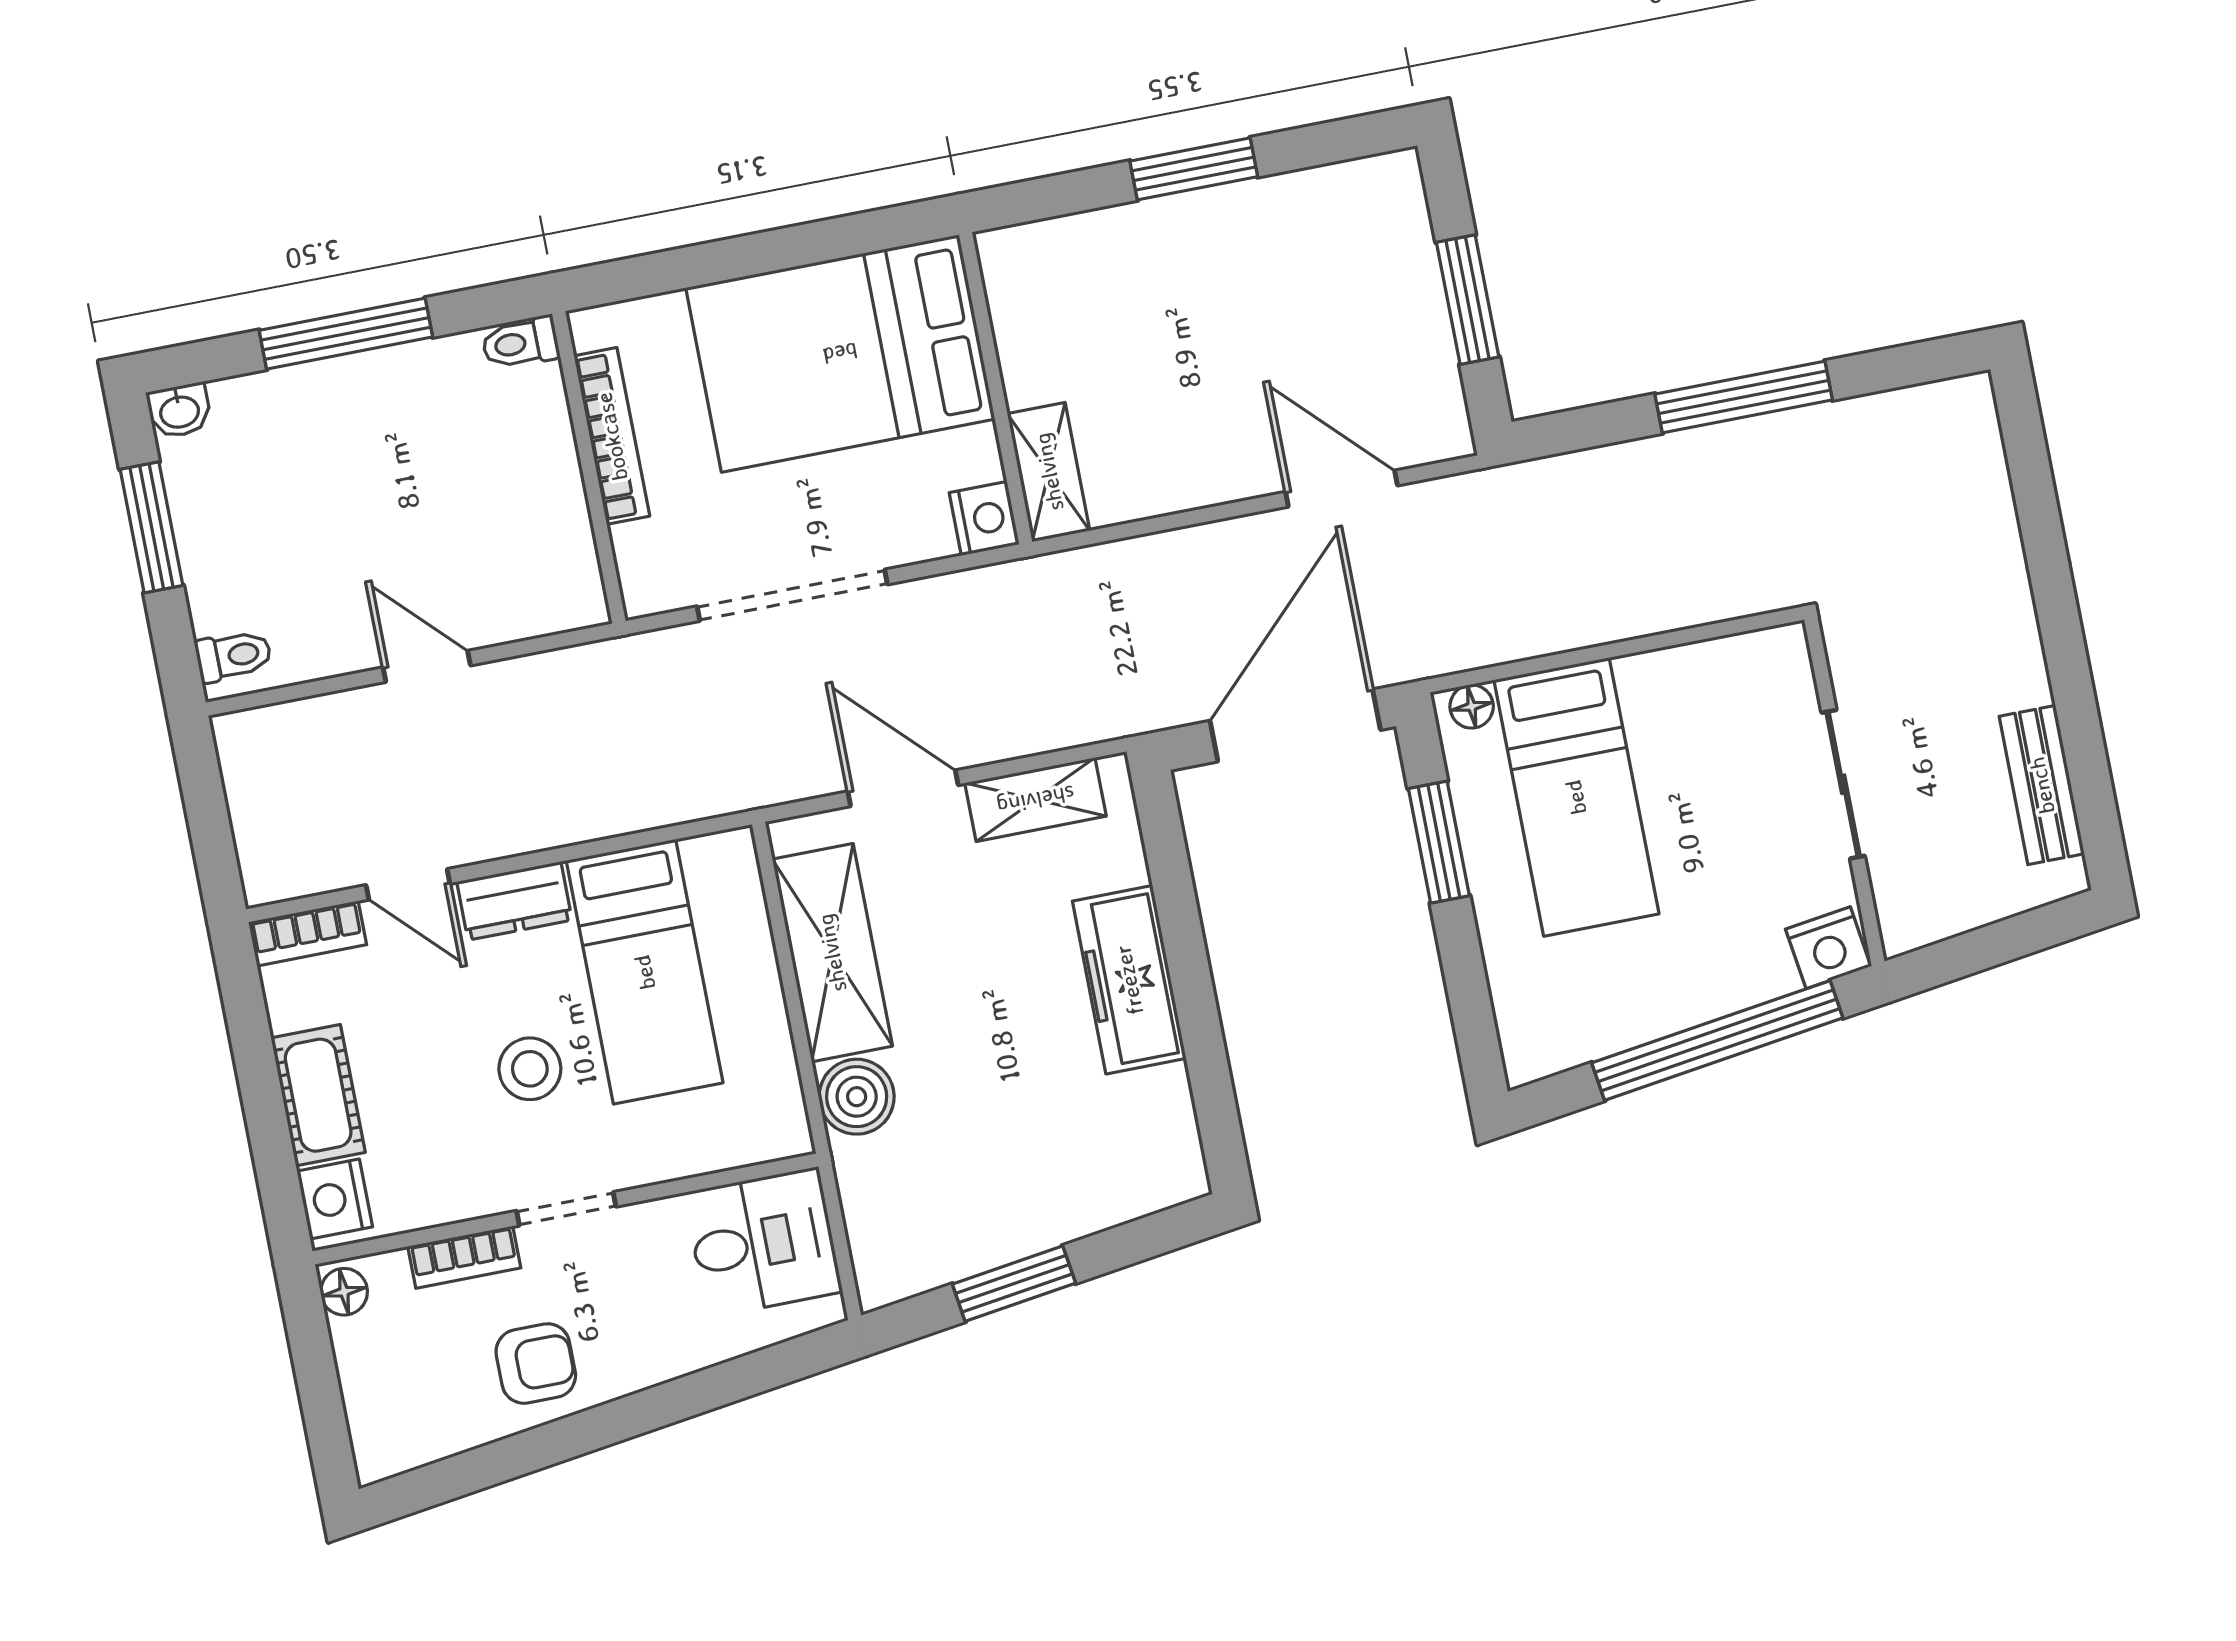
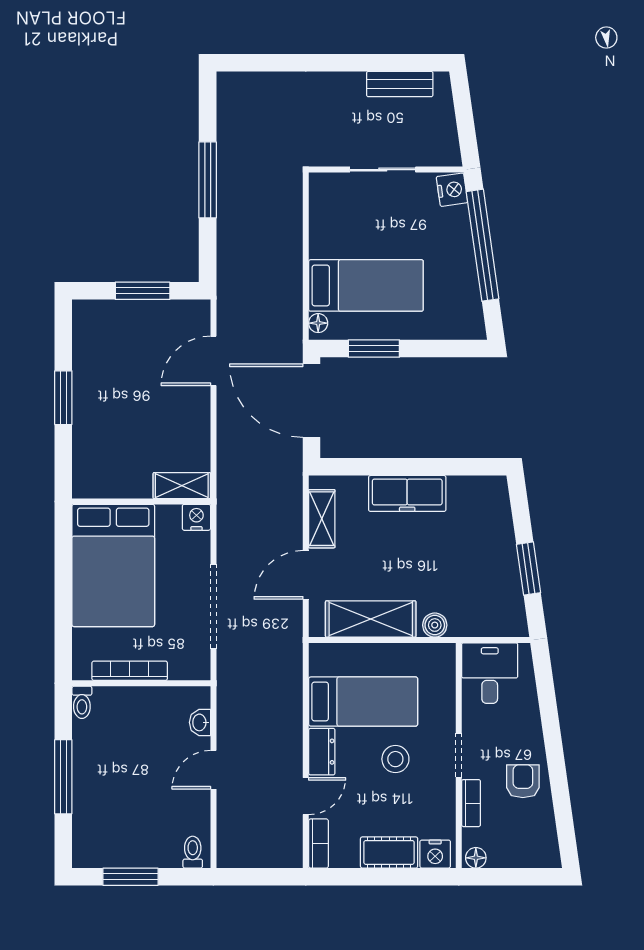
washbasin: (179, 411) -> (200, 722), moved, turned 180
boiler: (857, 1097) -> (435, 625), width x0.73, depth x0.73

